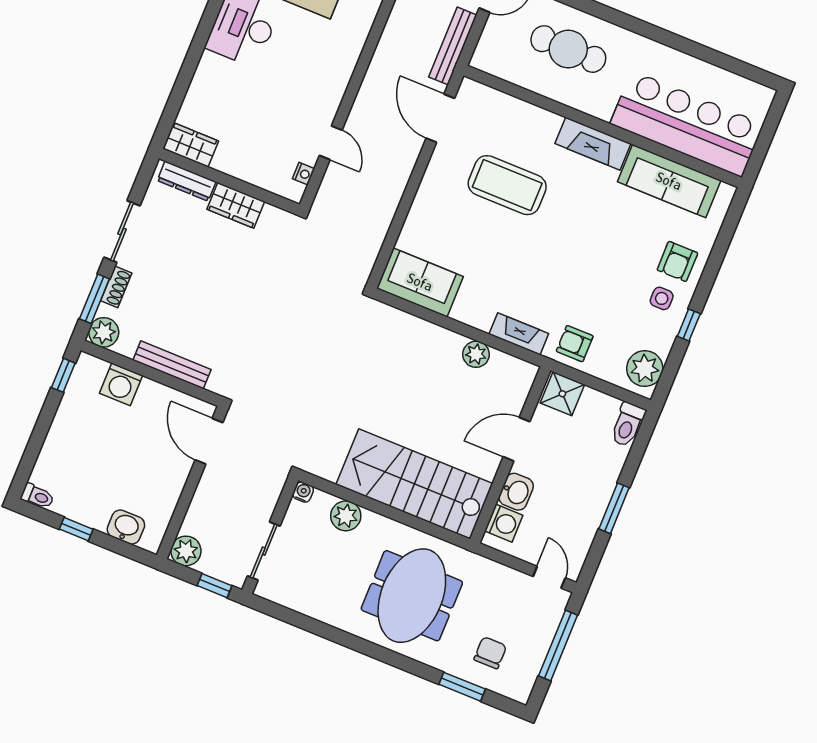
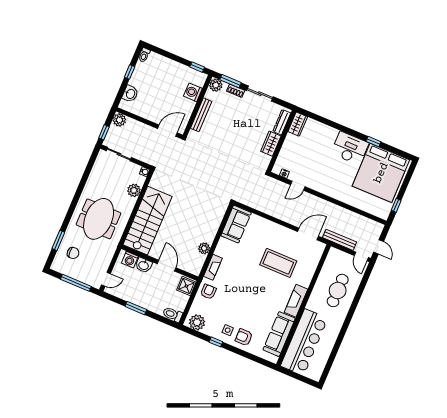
coffee table: (507, 185) -> (278, 263), turned 90
meeting table: (412, 596) -> (99, 219), turned 90

